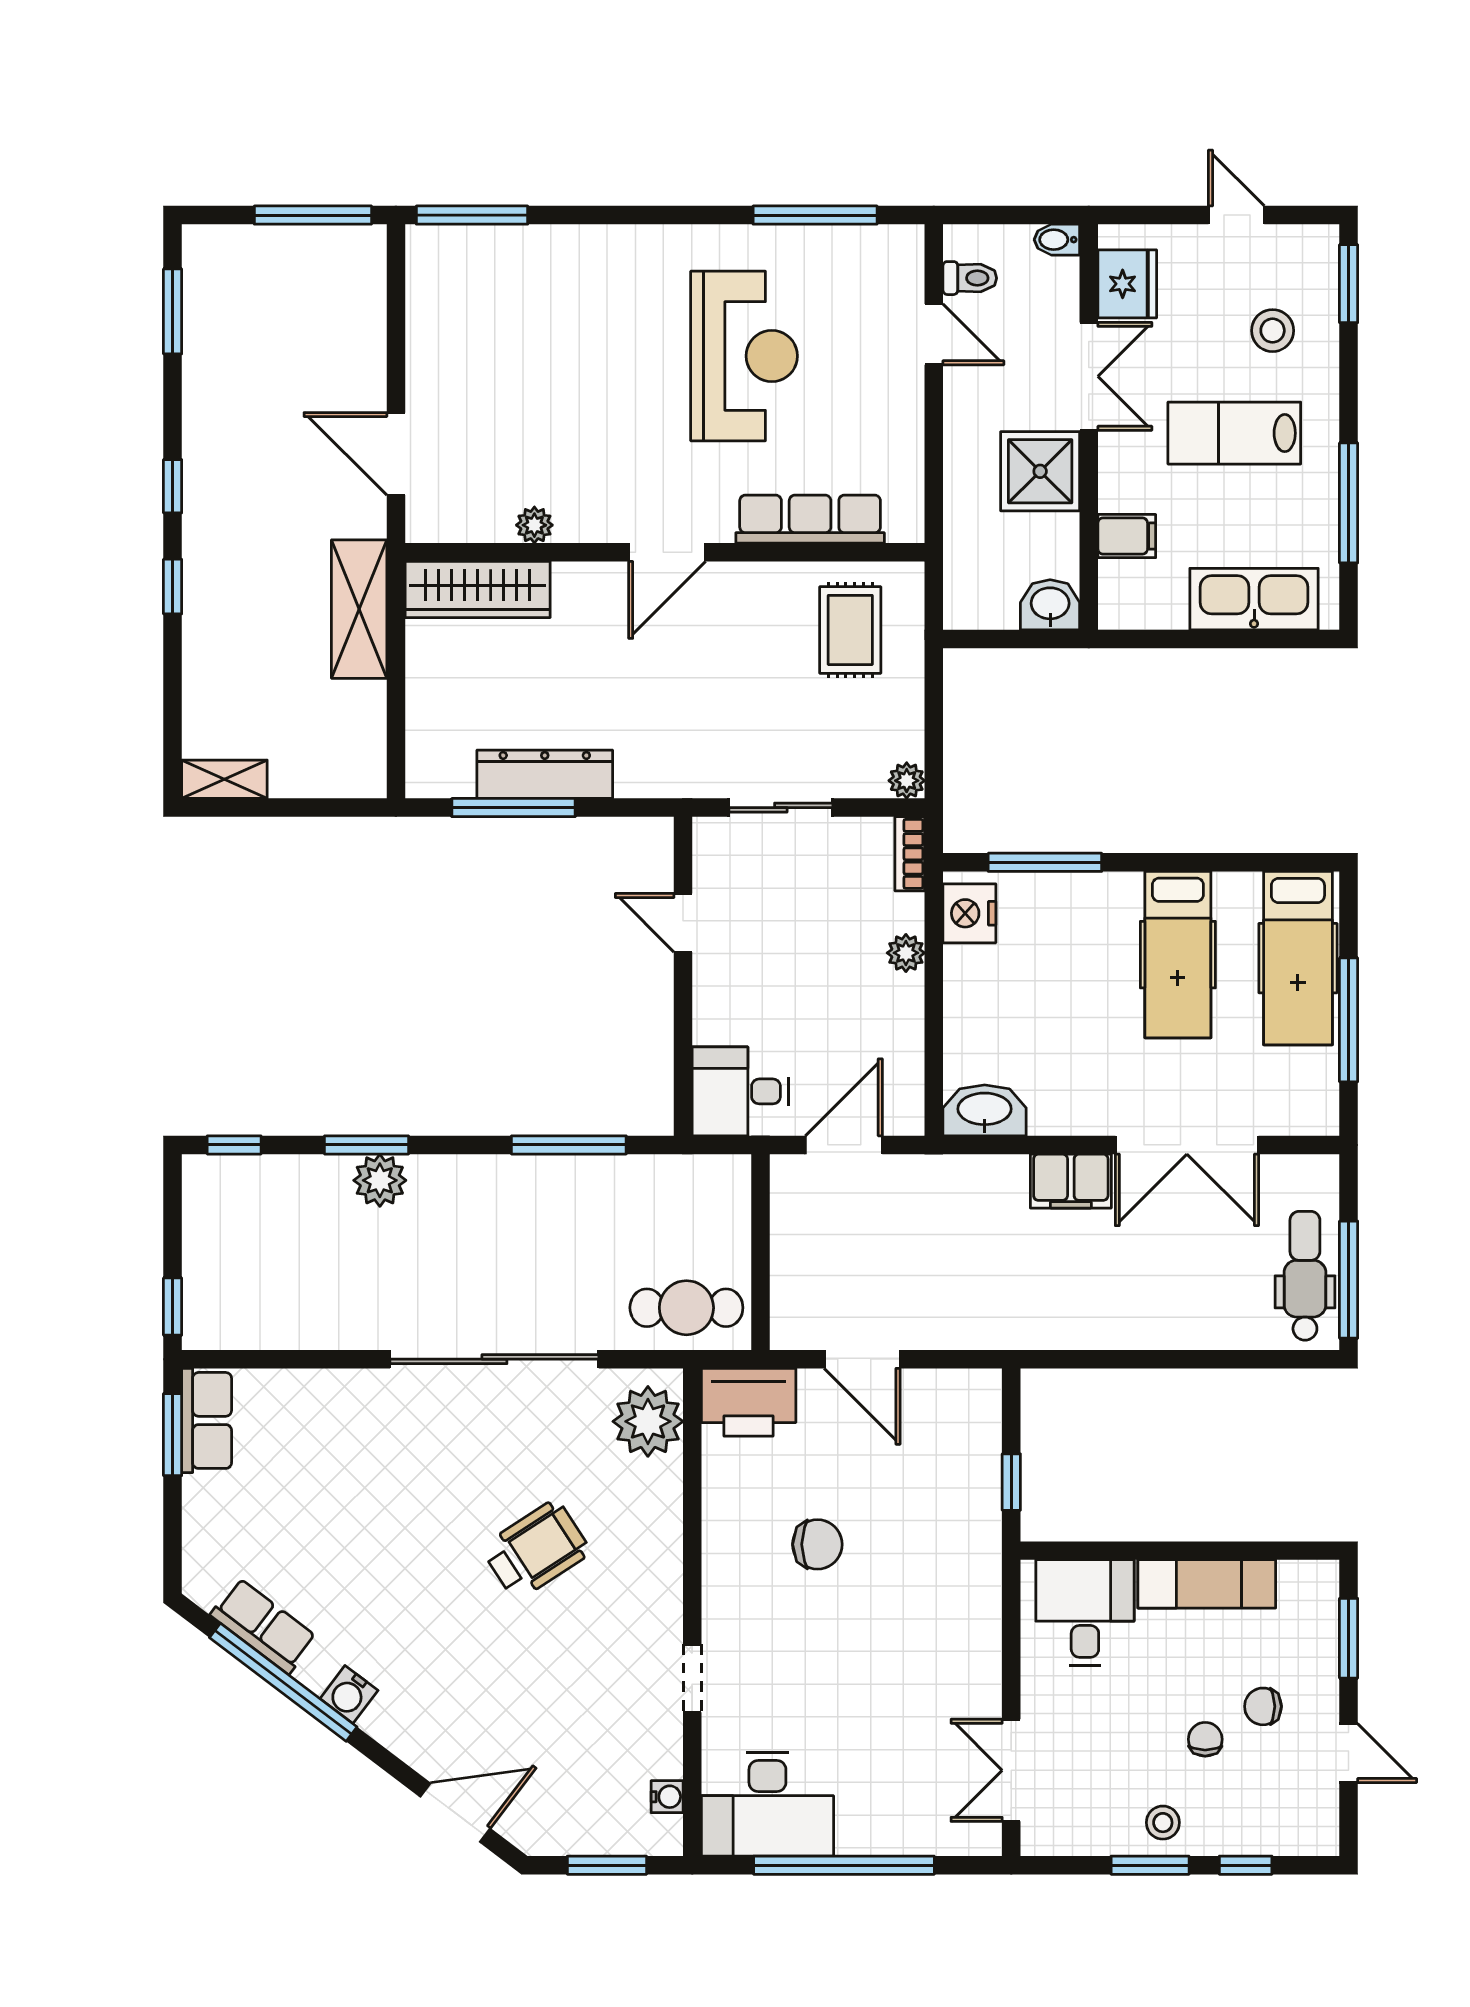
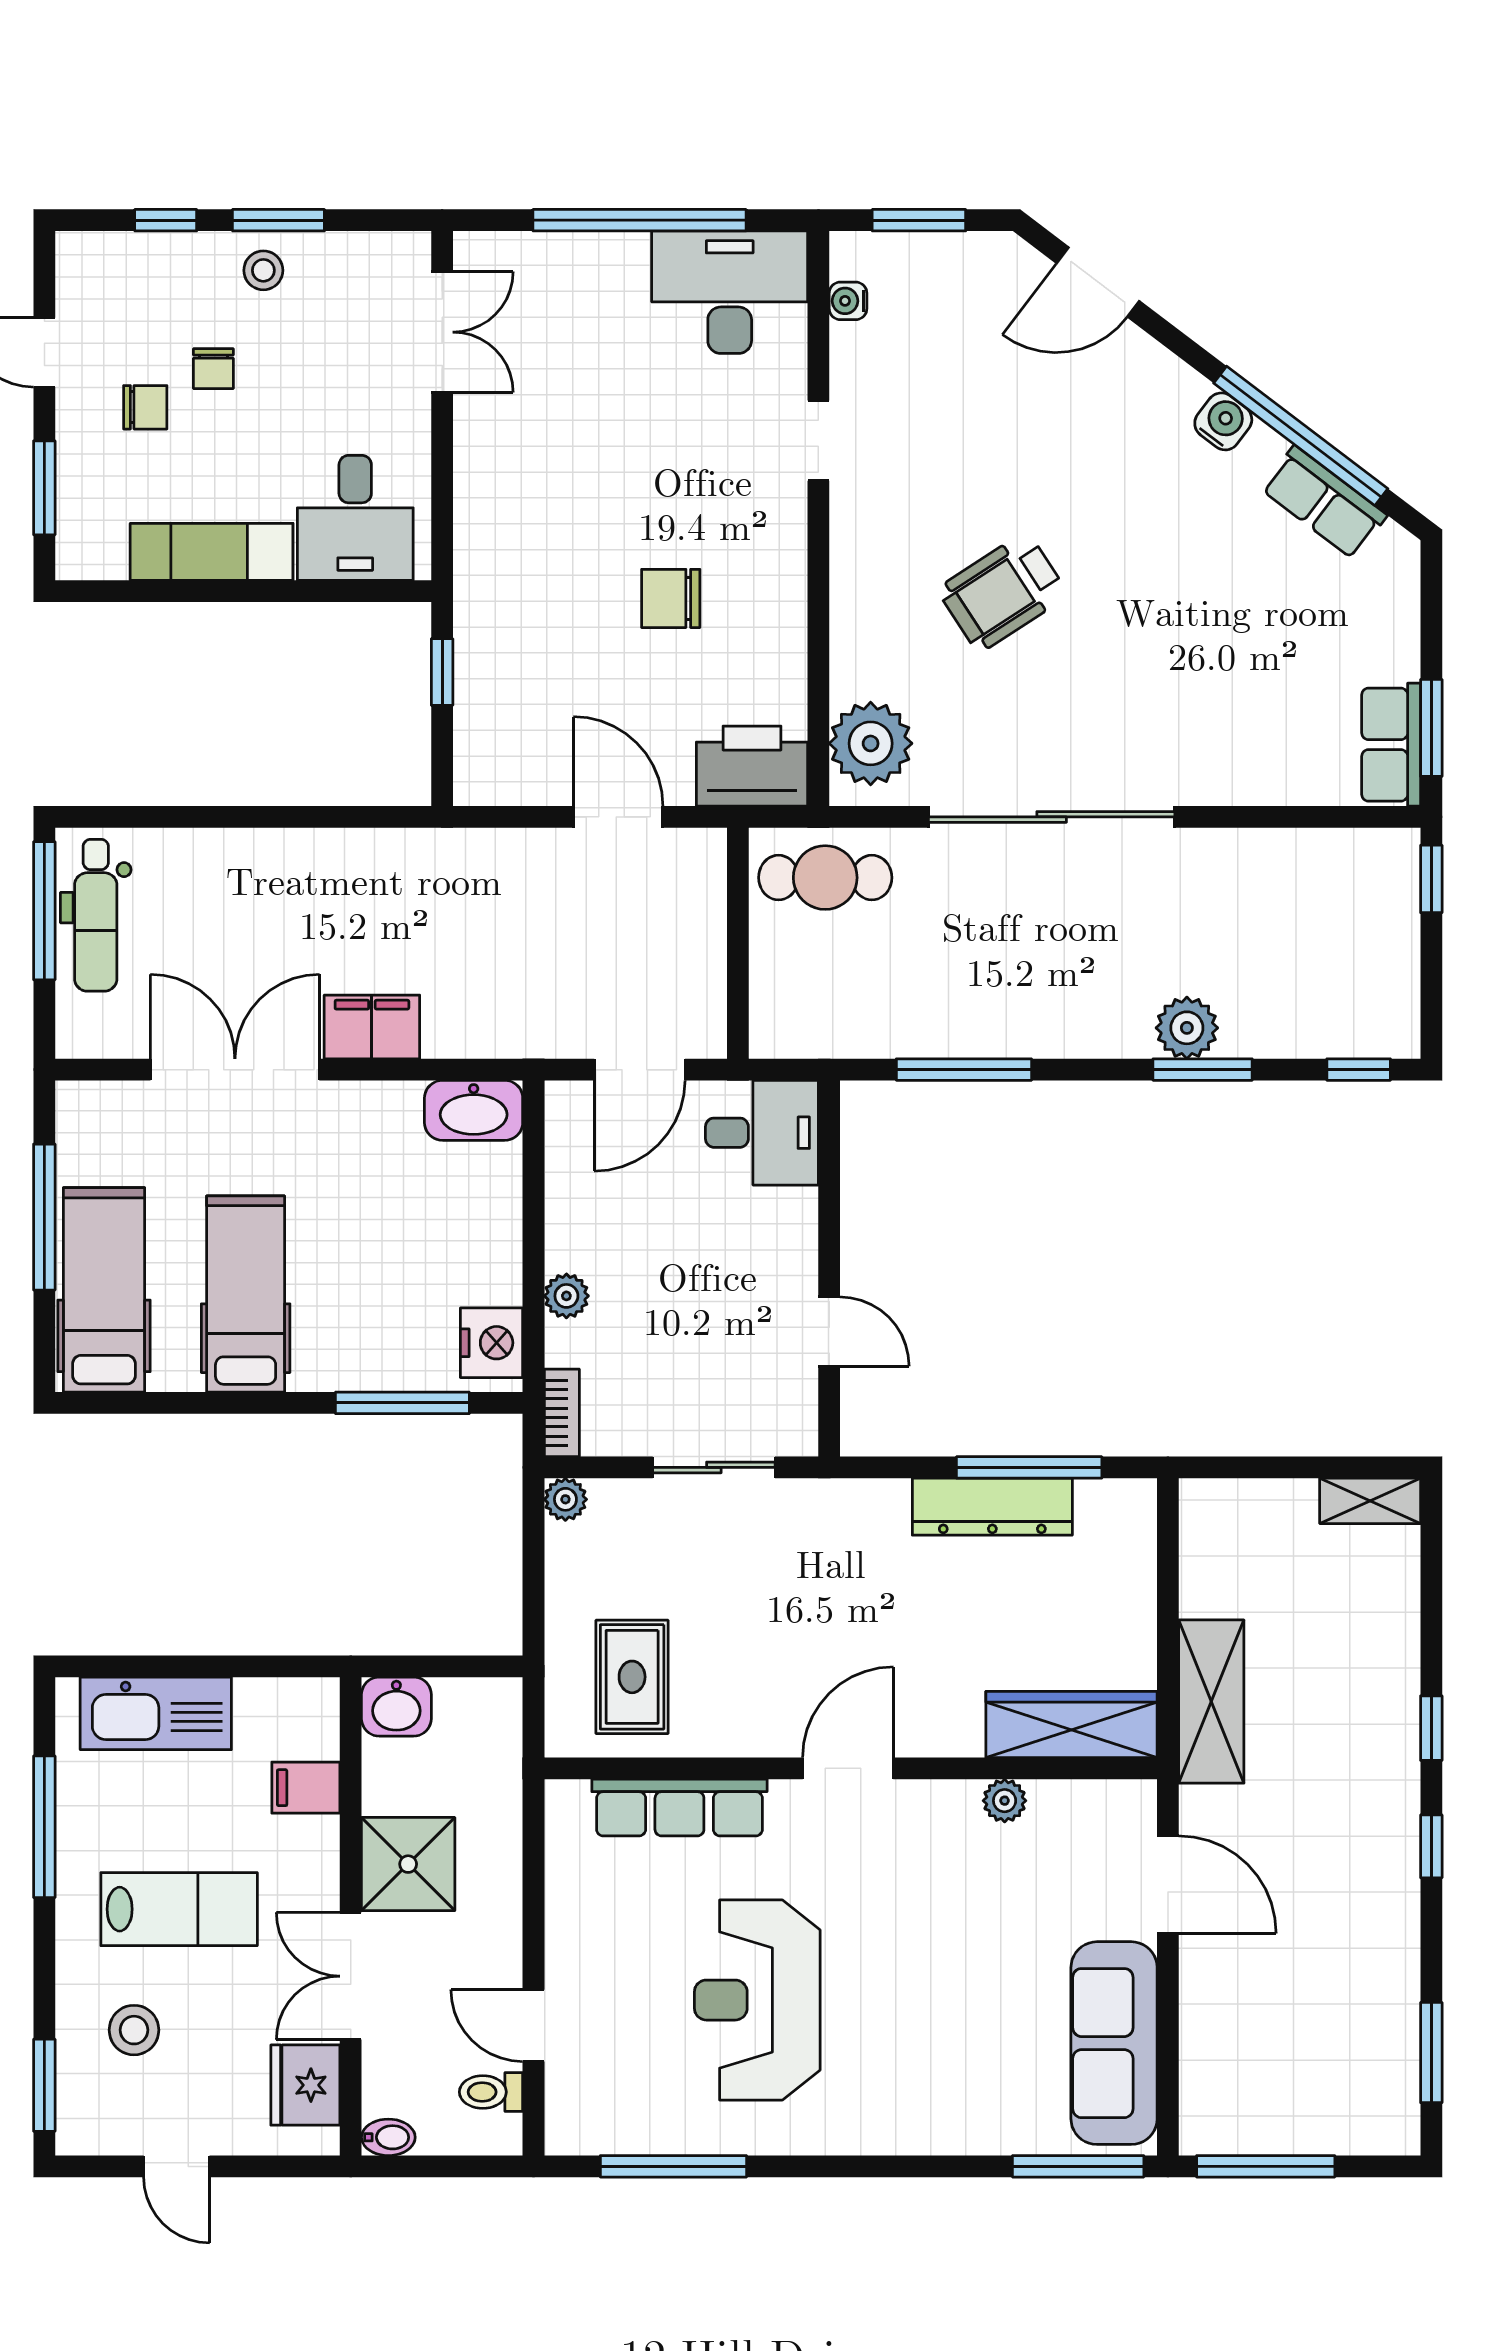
sofa: (442, 319) -> (1114, 2043), added

